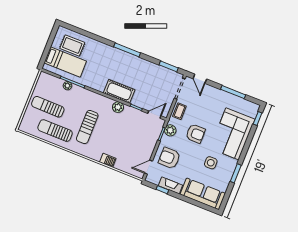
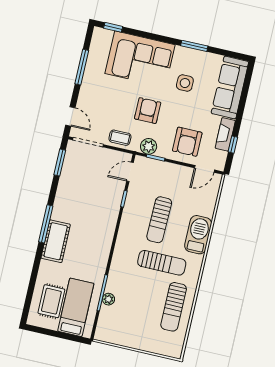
door: (200, 79) -> (70, 116), hinge flipped
cot: (119, 91) -> (56, 241), moved
sun lounger: (48, 107) -> (159, 220), moved
plant: (118, 107) -> (127, 224), removed
door: (154, 115) -> (130, 172), hinge flipped
barbecue: (108, 160) -> (198, 235), width x1.88, depth x1.53
door: (148, 167) -> (204, 169), hinge flipped

